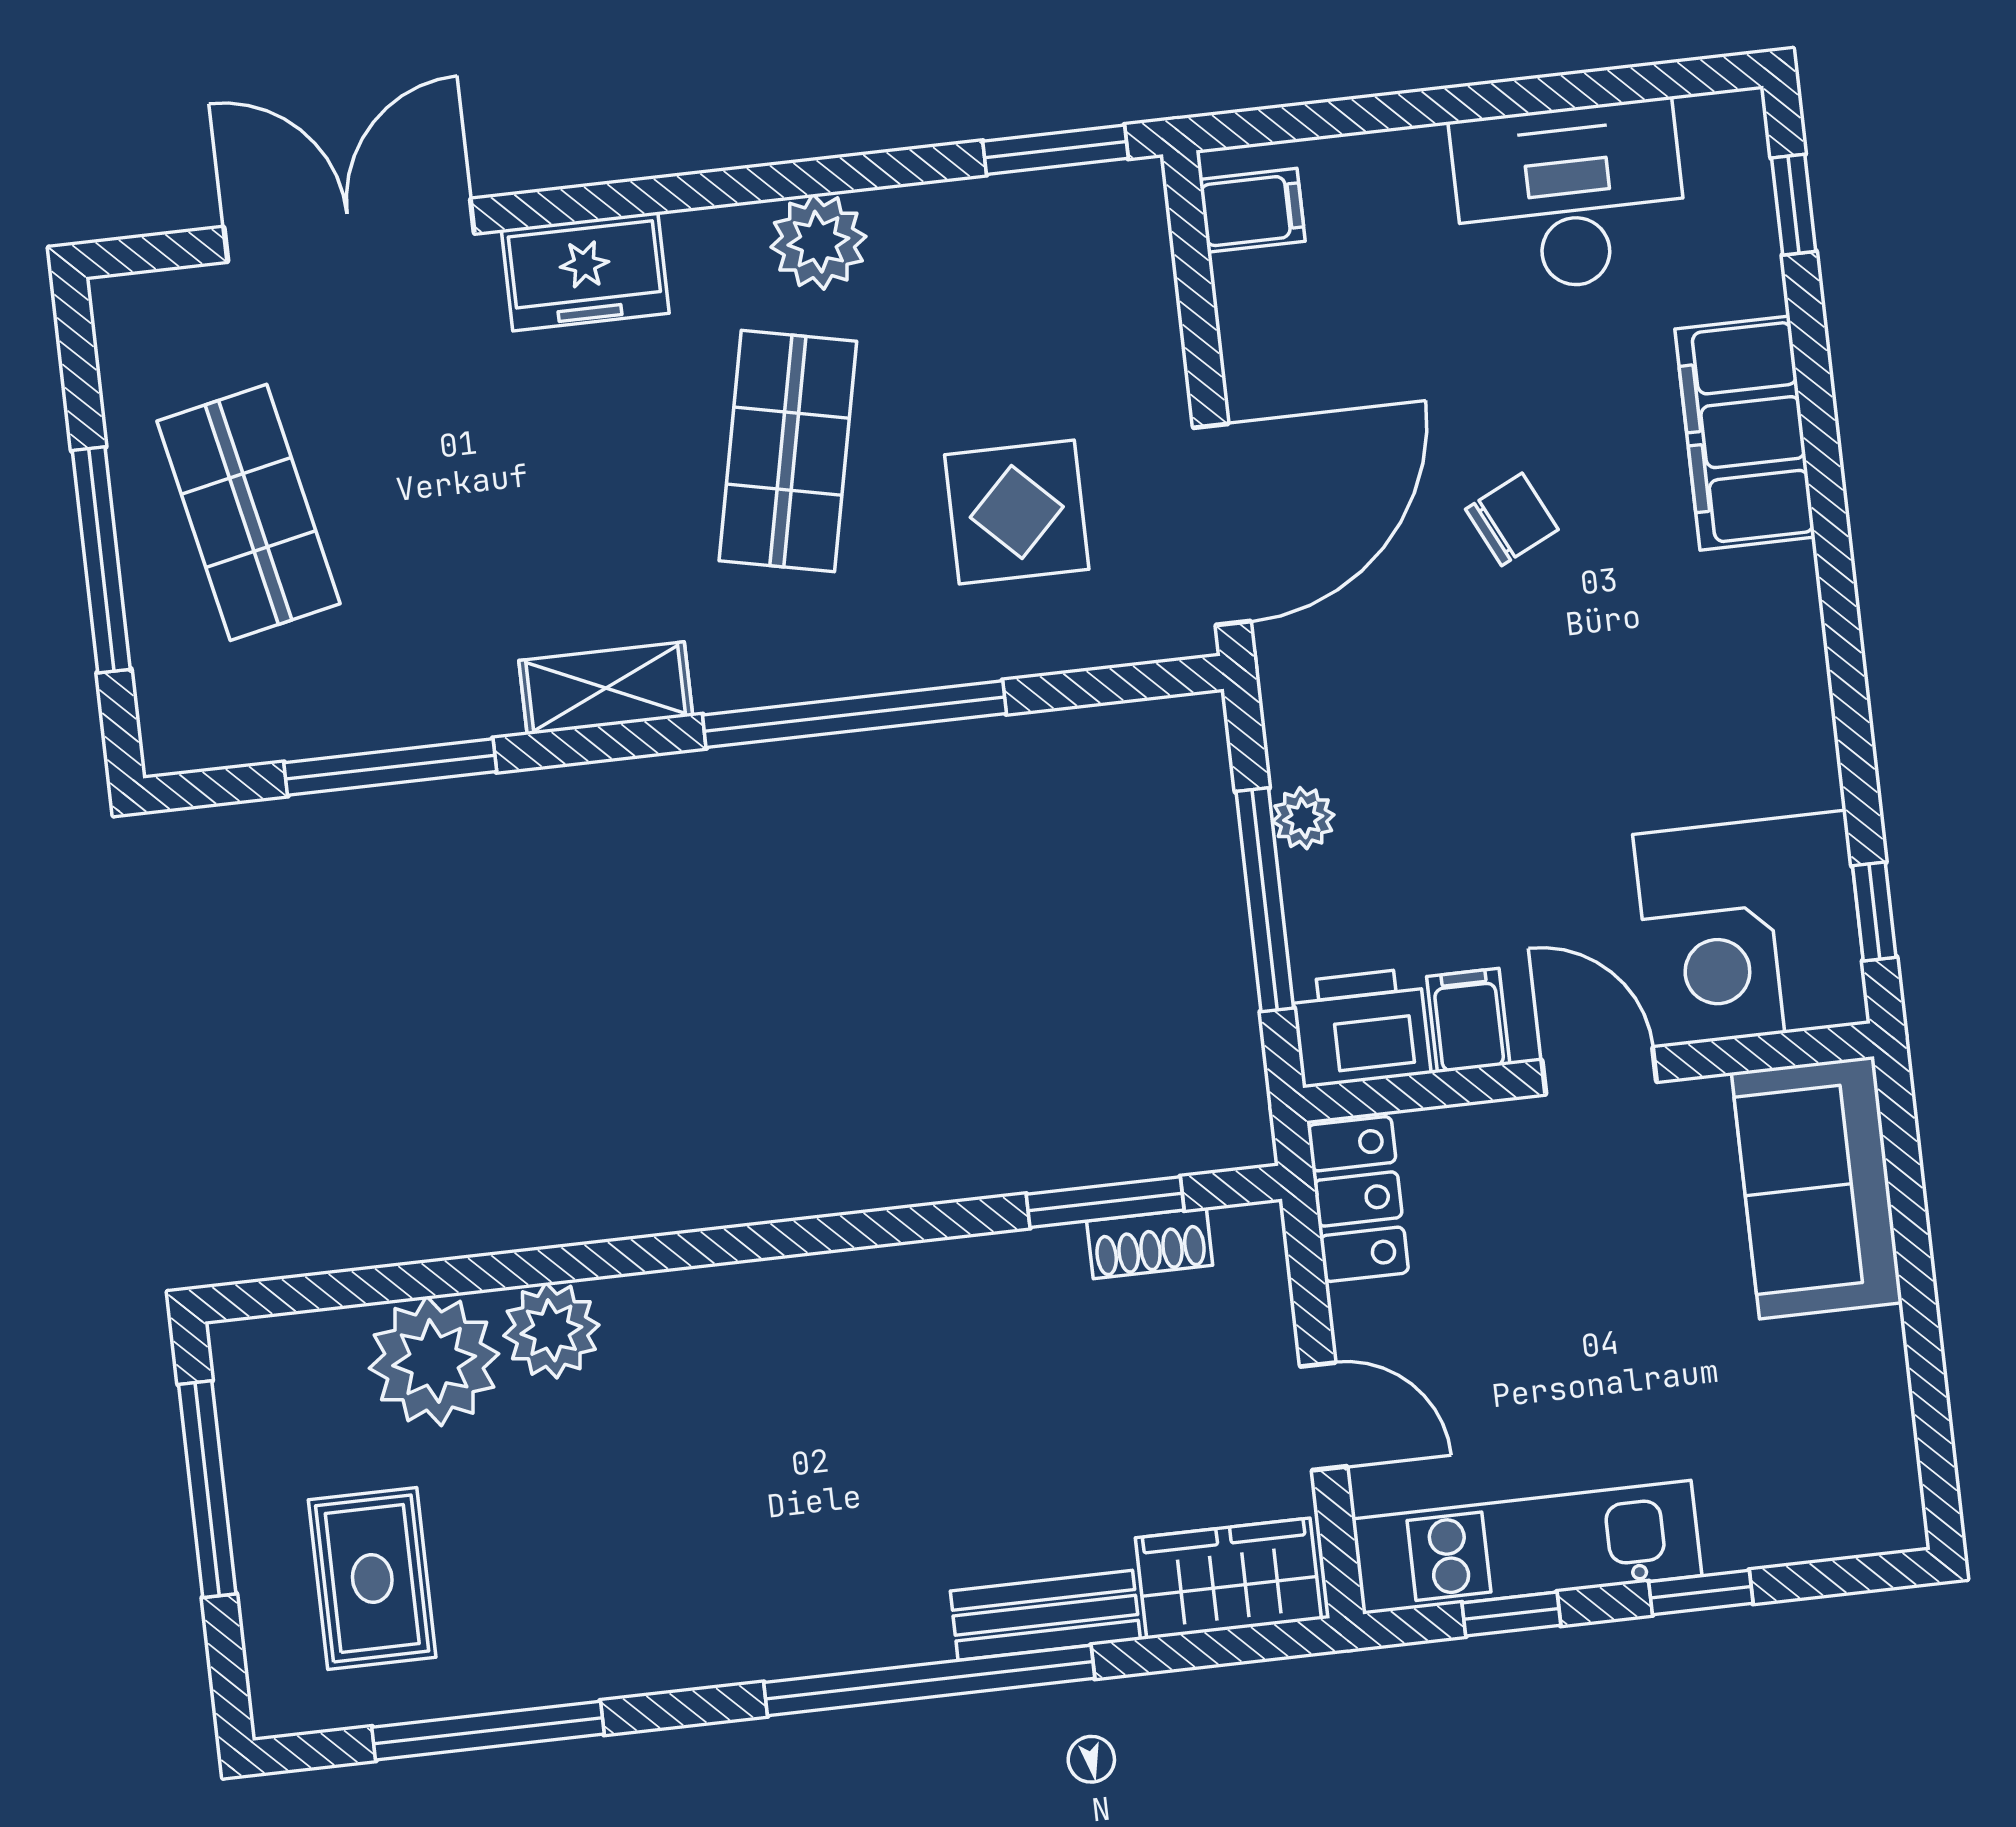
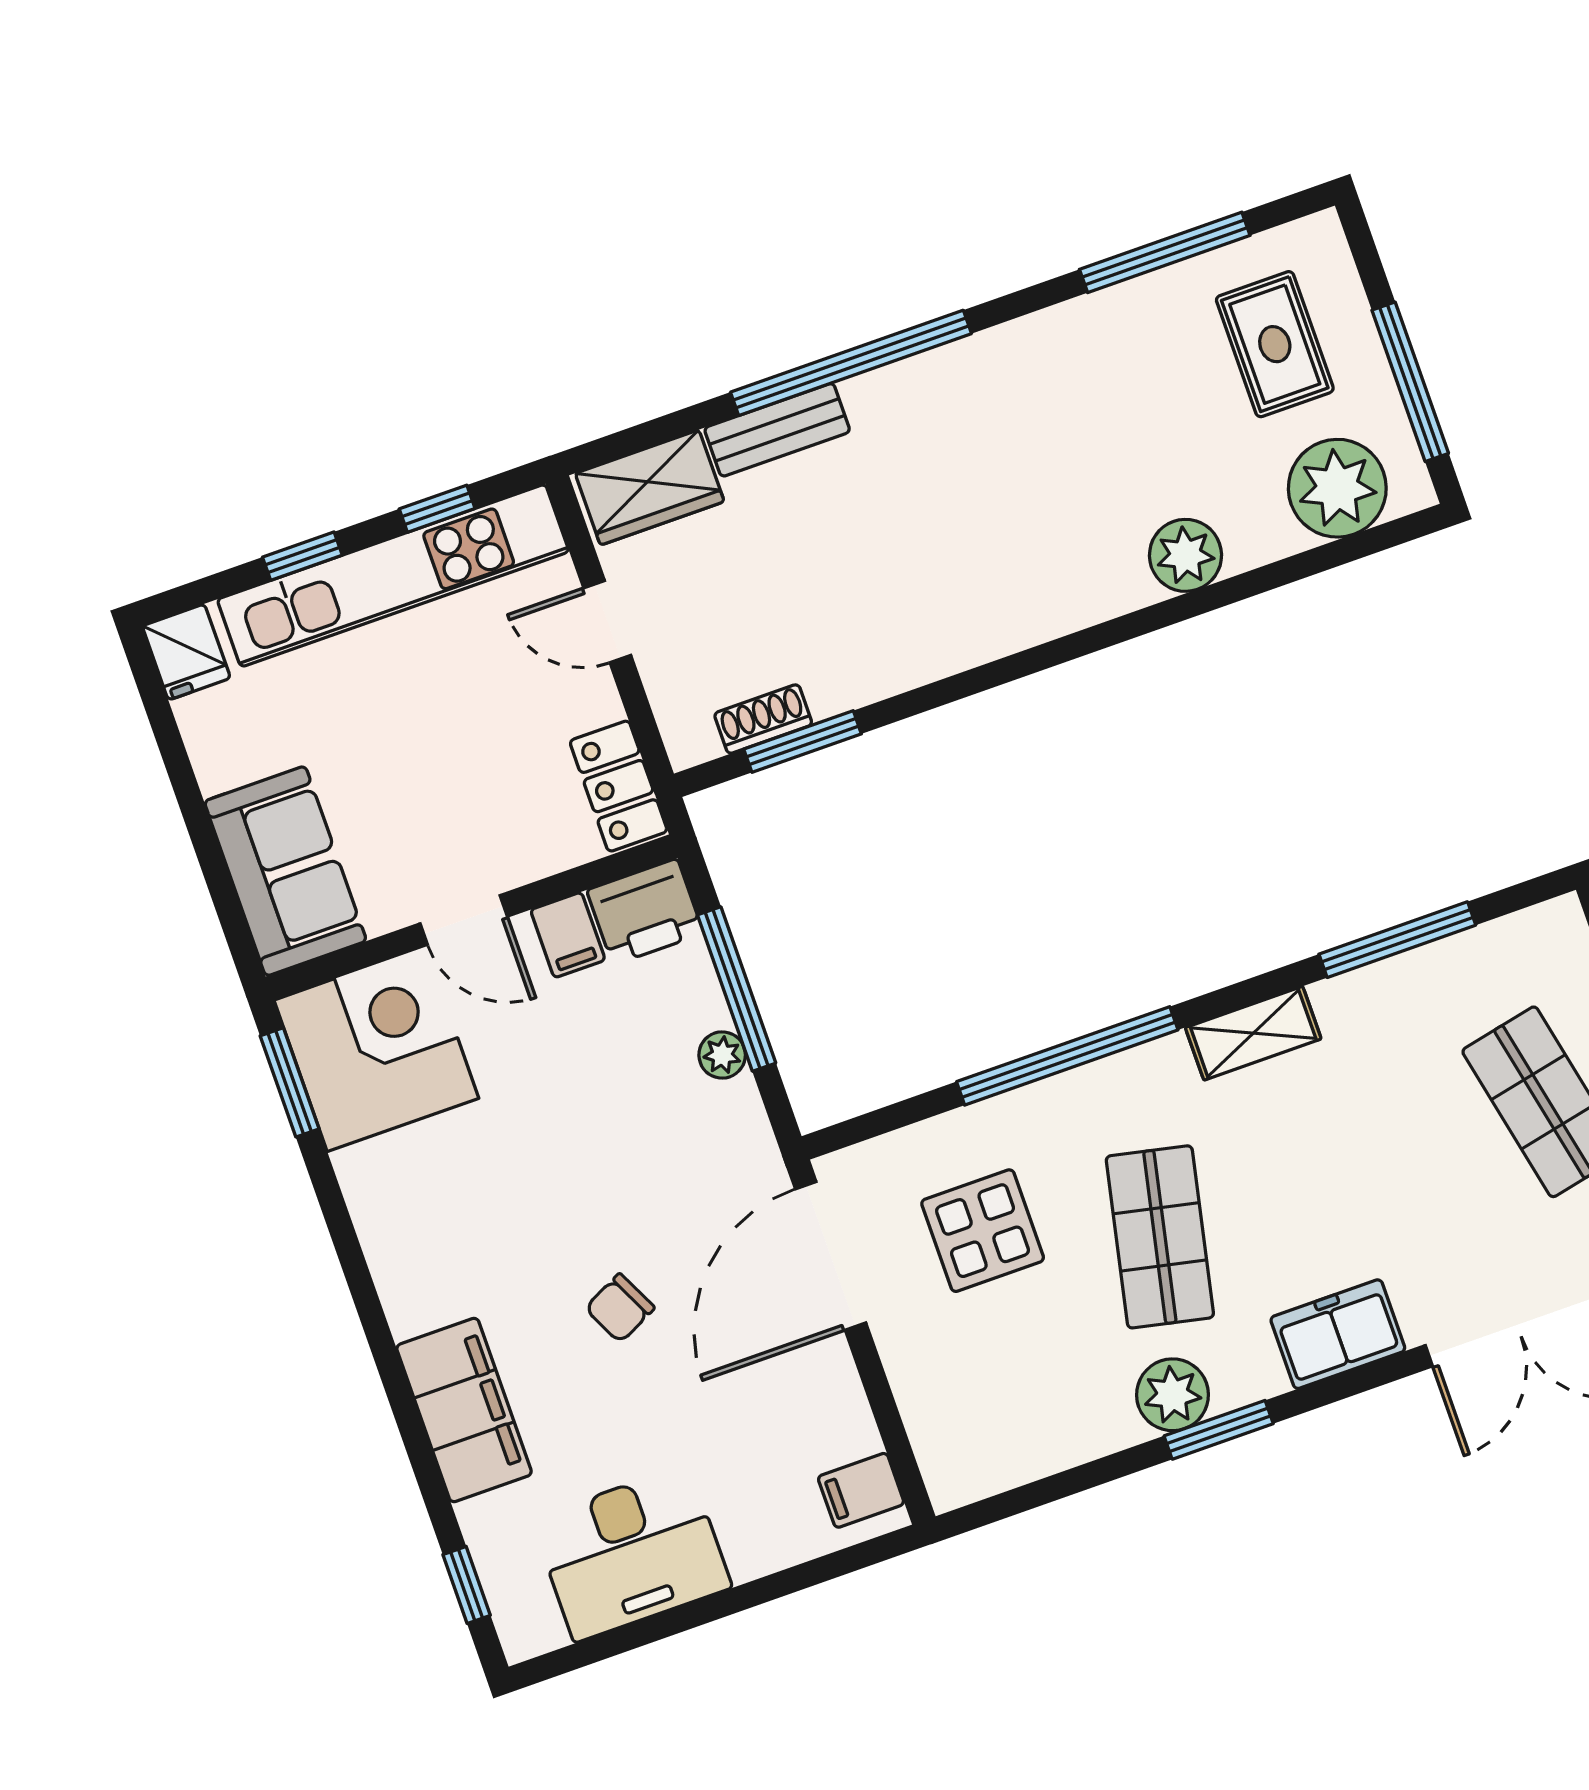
window: (1056, 150) -> (1219, 1430), moved
window: (1874, 911) -> (290, 1082), width x1.50
plant: (434, 1361) -> (1337, 488), moved
fridge: (1880, 1502) -> (186, 652), added
kitchen unit: (1527, 1547) -> (393, 575), width x1.36

